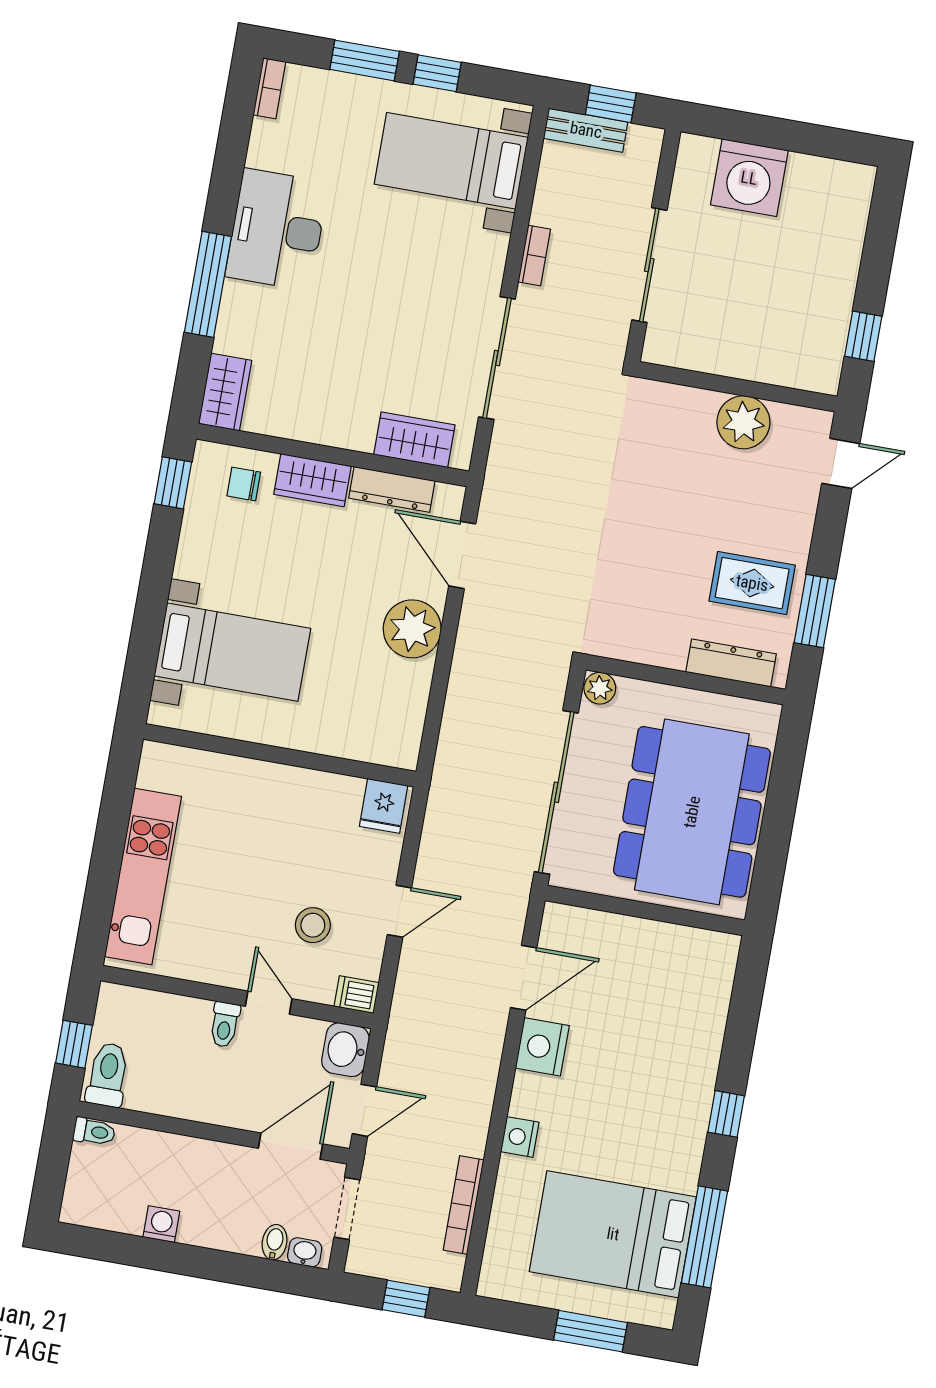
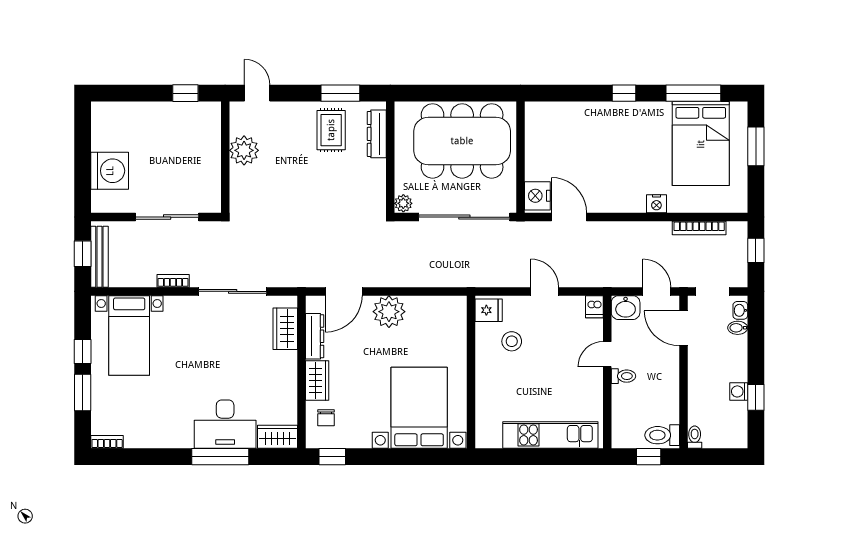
bench: (586, 130) -> (99, 257), width x1.36
desk: (277, 230) -> (225, 424), moved
bed with nightstands: (232, 652) -> (419, 408), width x1.36
stool: (313, 925) -> (512, 341), moved
nightstand: (542, 1047) -> (537, 196), moved, turned 90
window: (145, 1253) -> (756, 397), added

